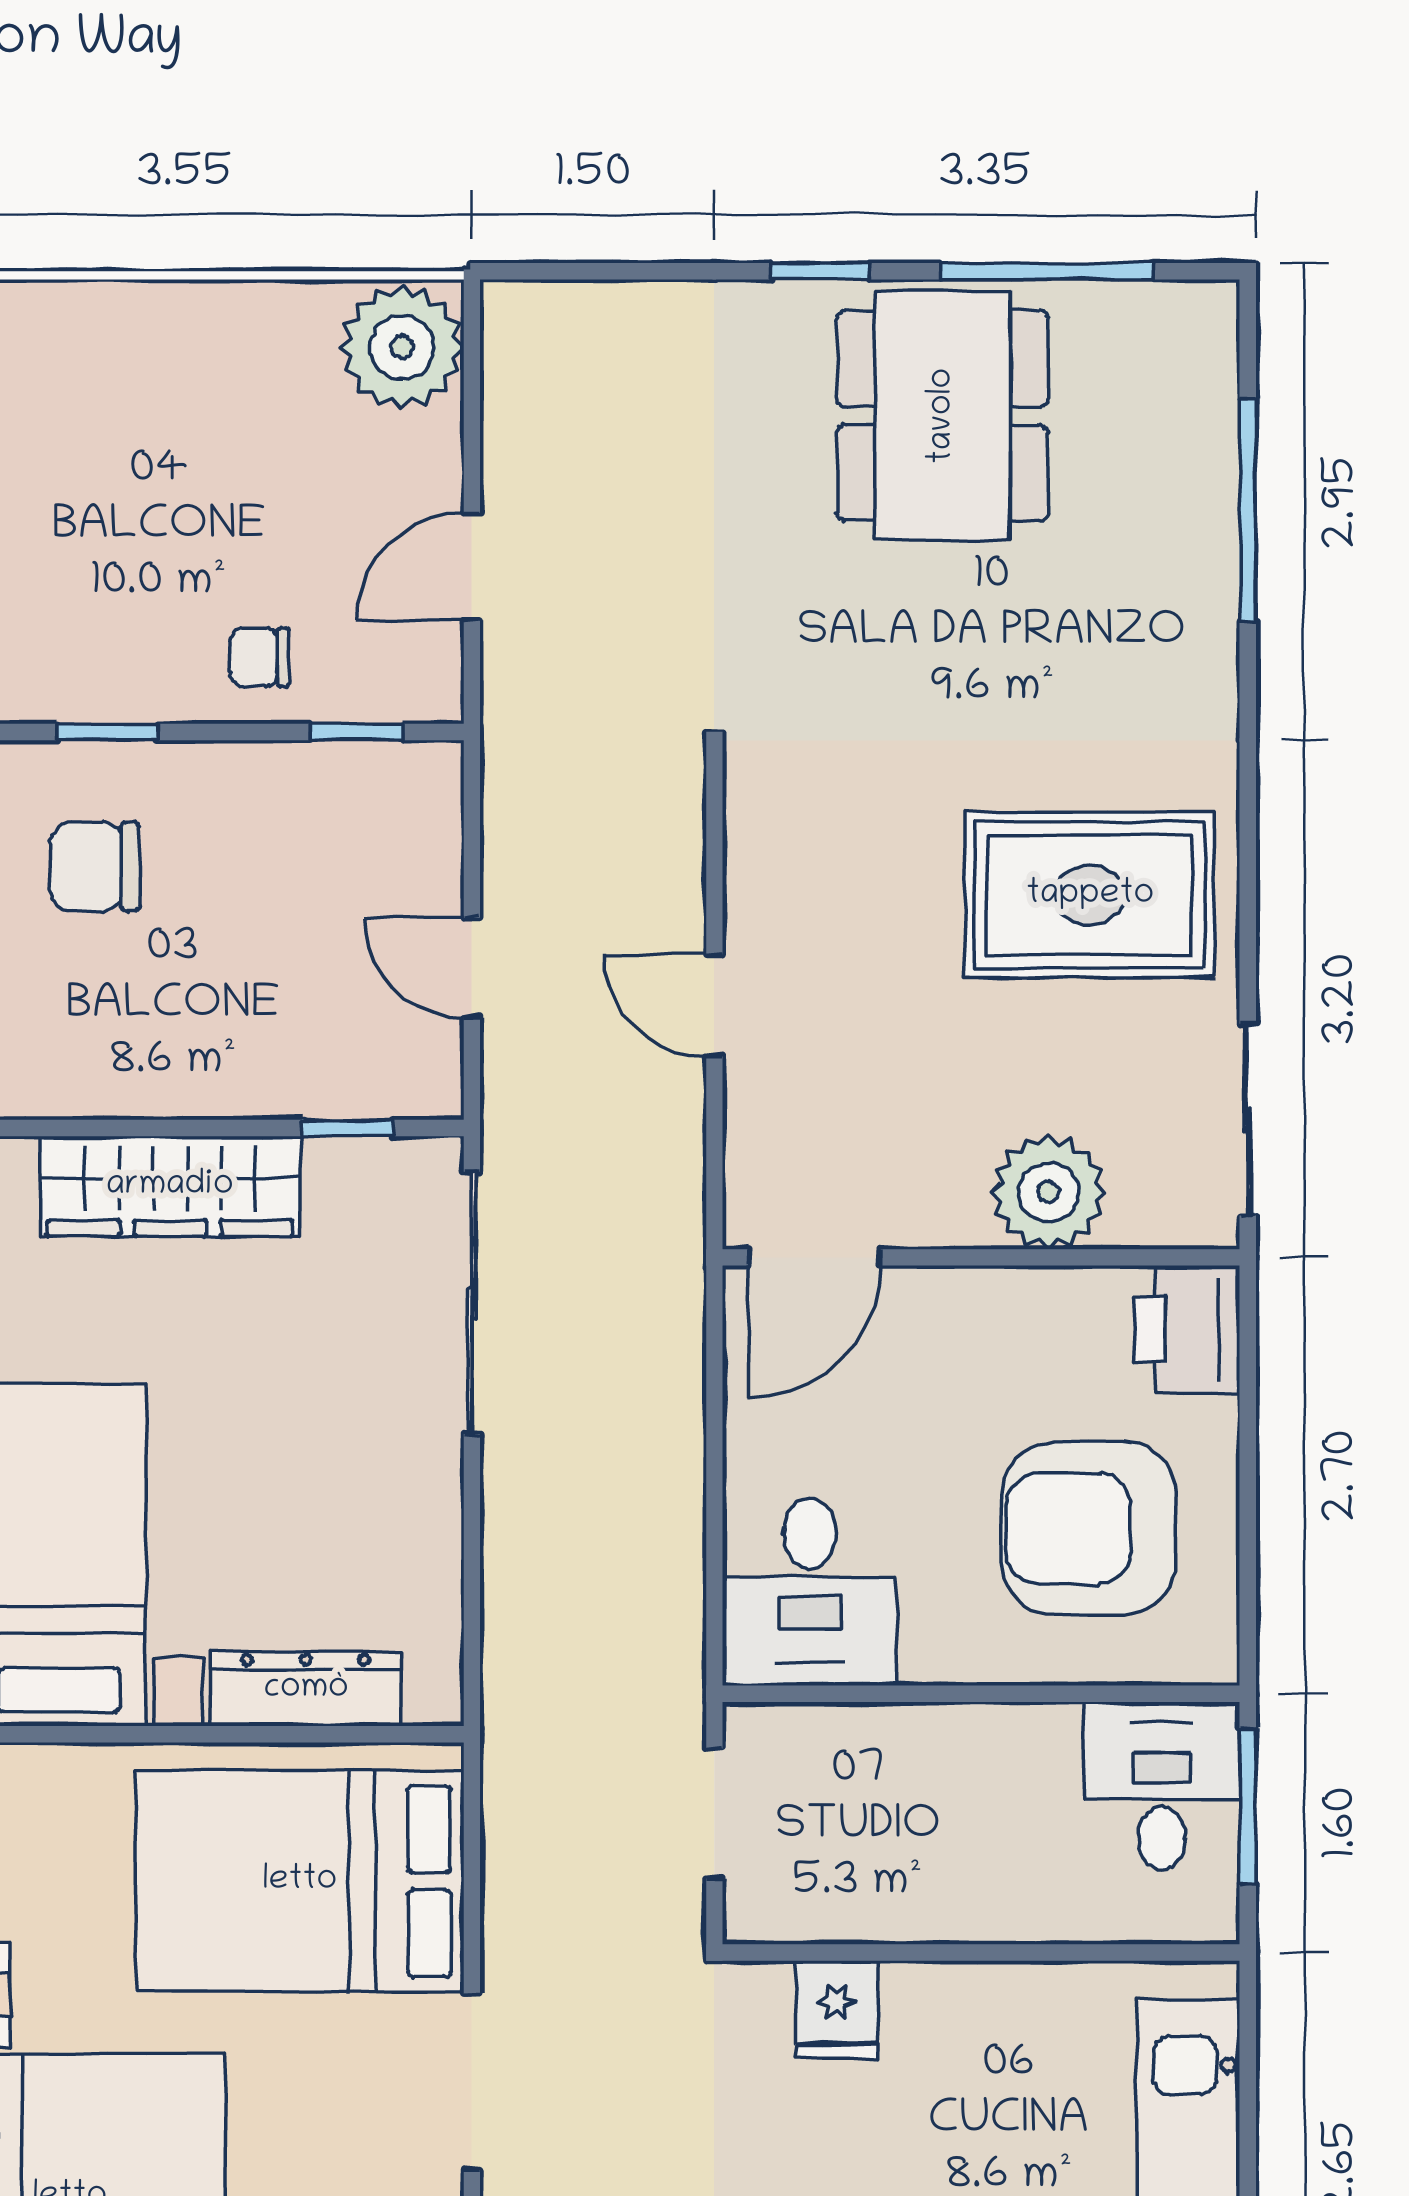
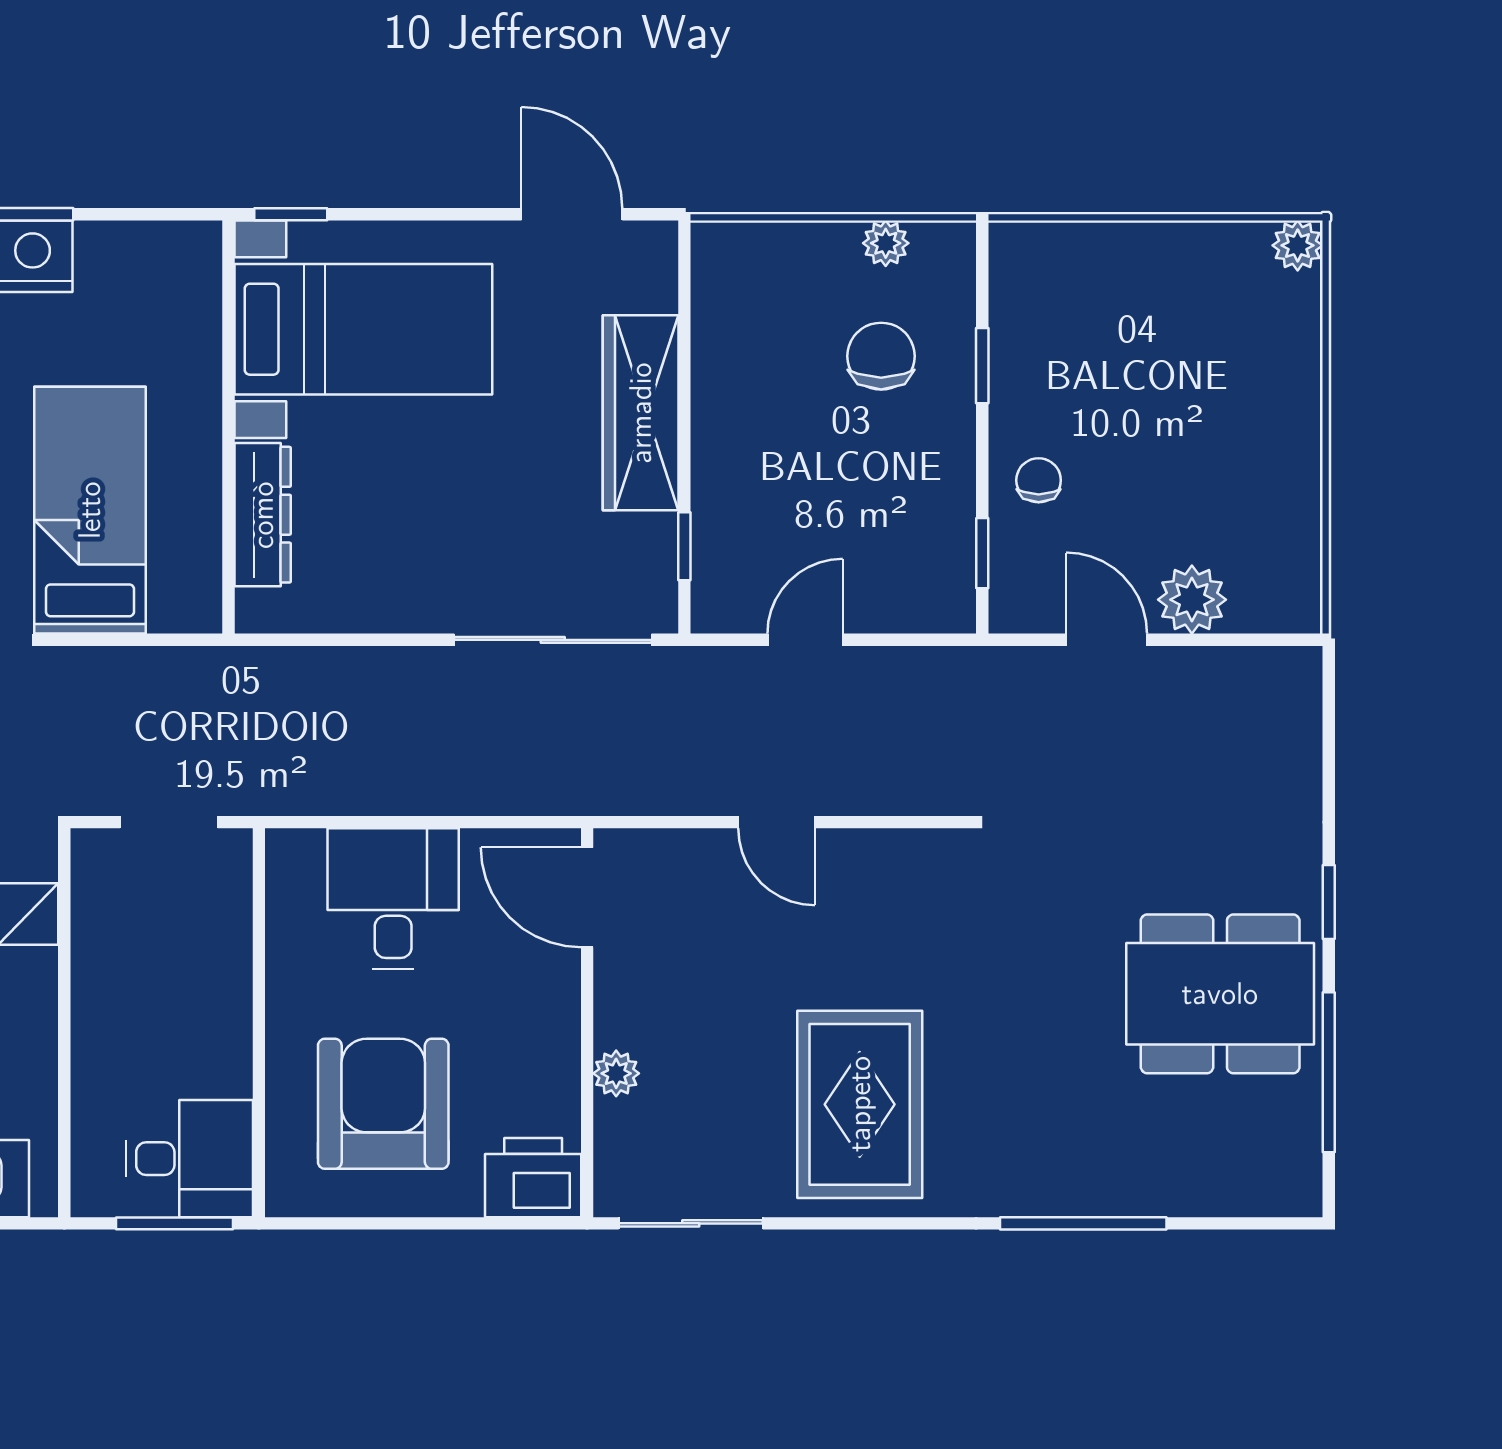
plant: (402, 347) -> (1192, 600), moved, width x0.73, depth x0.73
window: (1248, 510) -> (1083, 1223), moved
door: (714, 1005) -> (777, 822), swing flipped
plant: (1048, 1192) -> (616, 1073), width x0.53, depth x0.53
desk: (809, 1592) -> (393, 899), moved, turned 90
bed: (300, 1881) -> (90, 510), width x0.67

